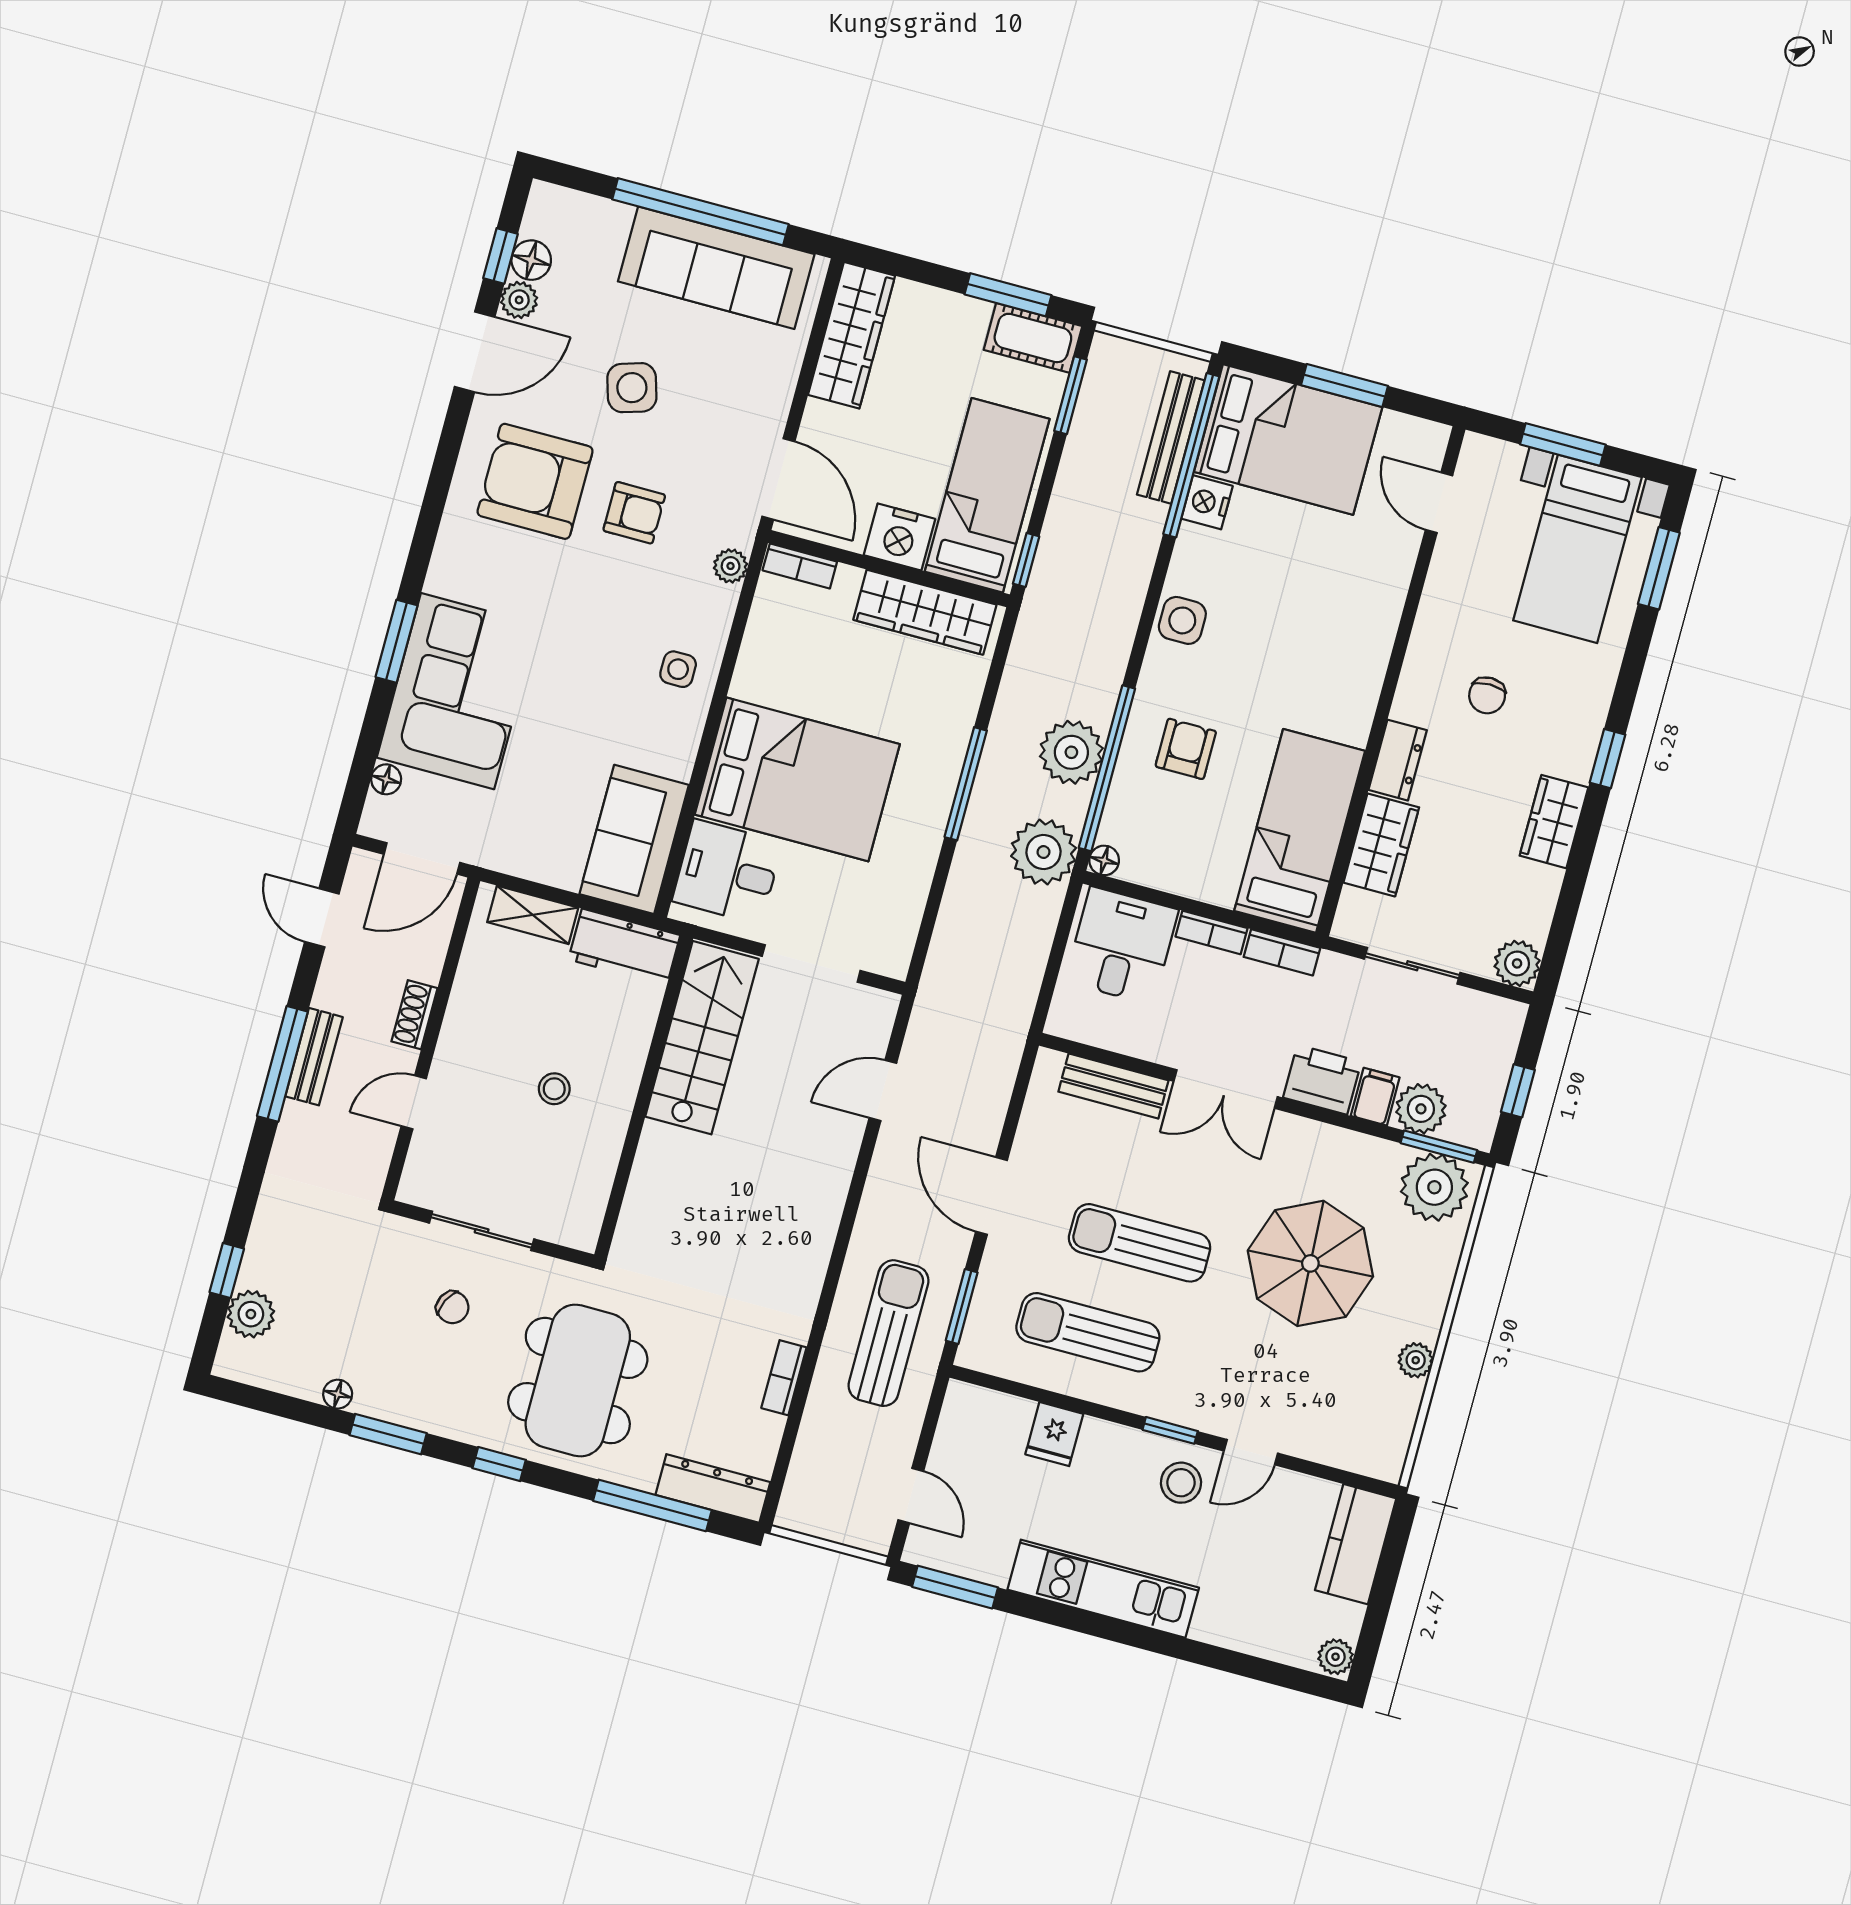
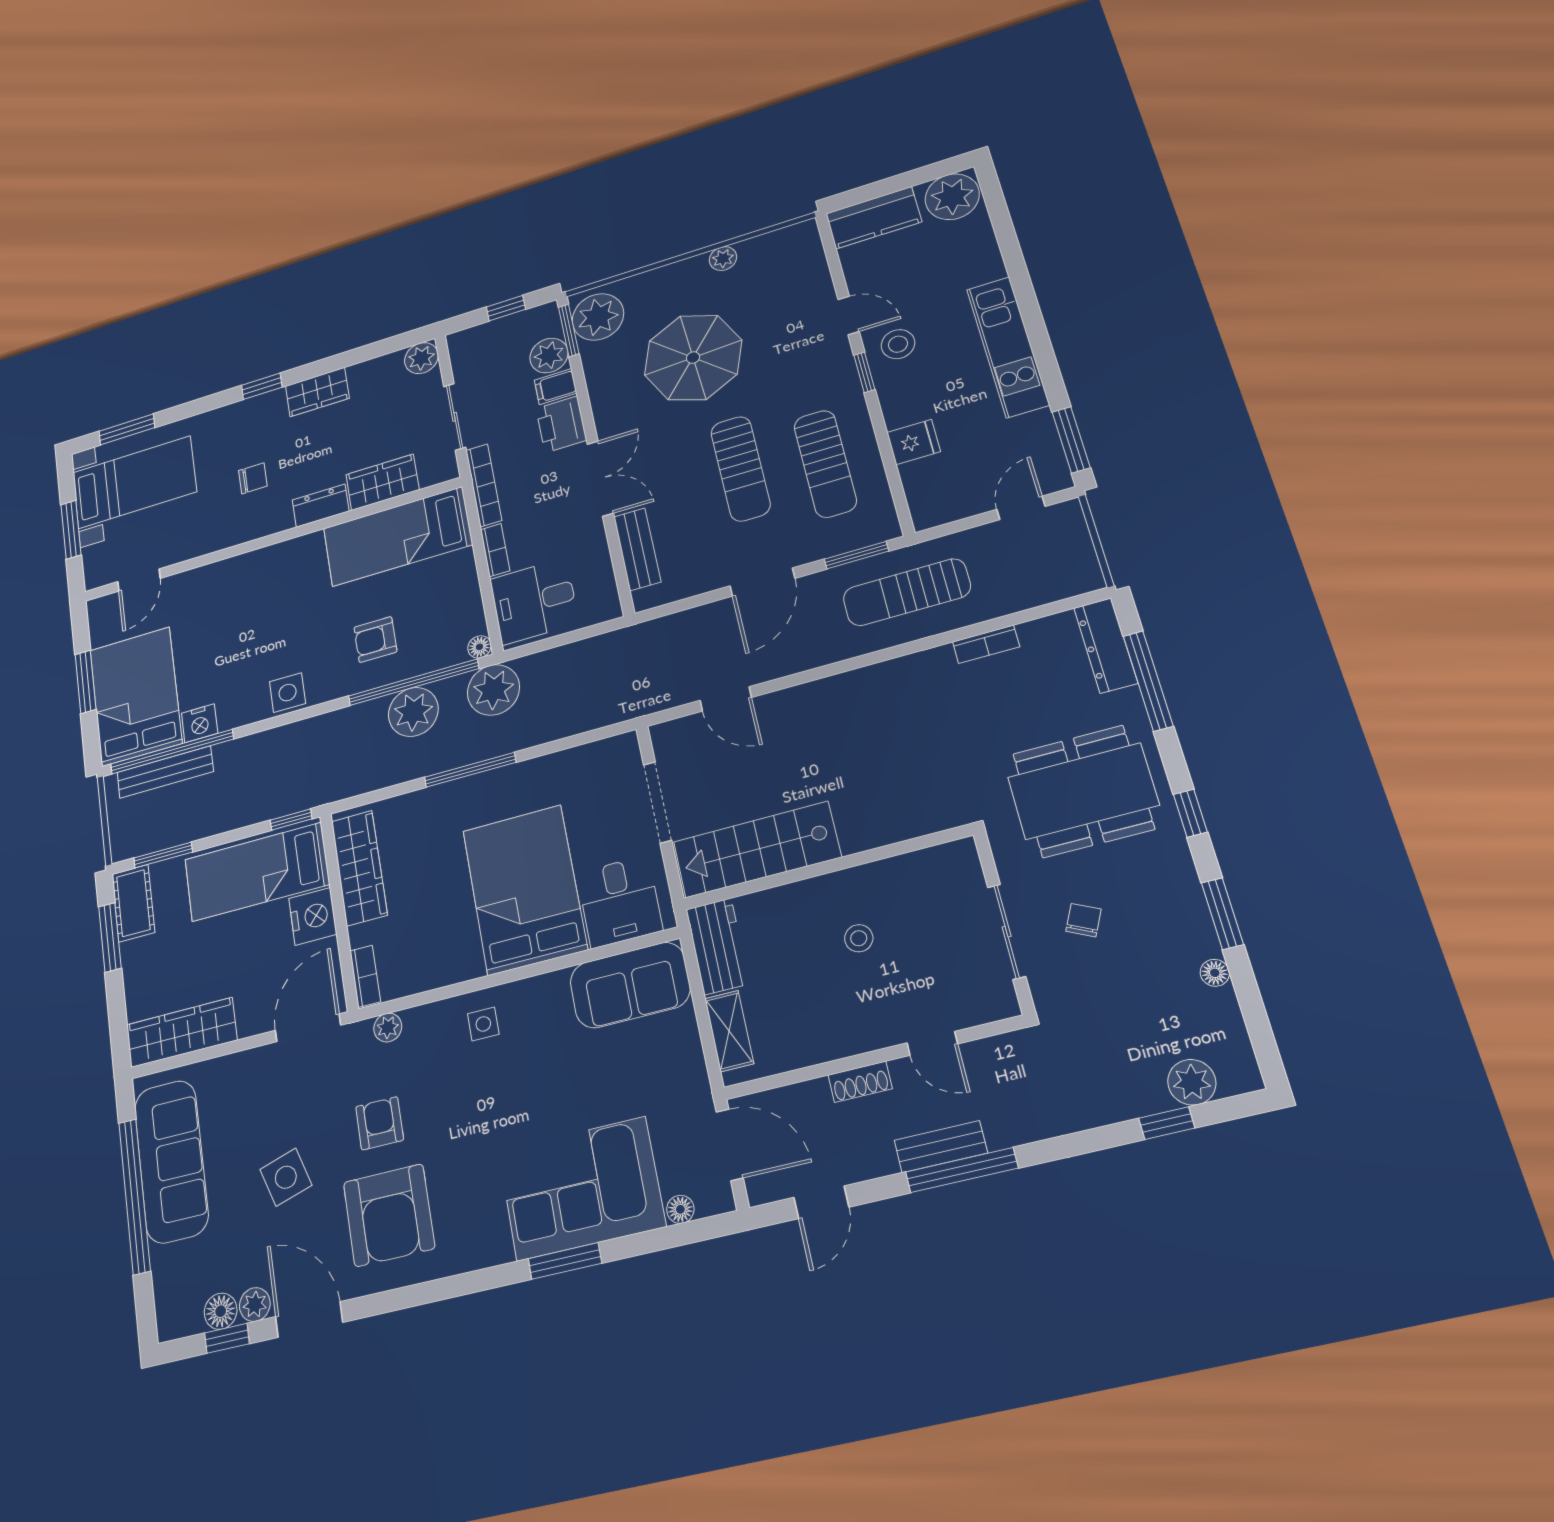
bookcase: (1282, 952) -> (484, 485), width x1.56
plant: (1336, 1657) -> (952, 197), width x1.88, depth x1.88

